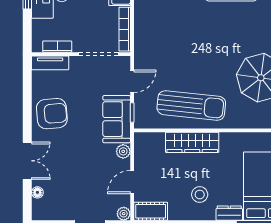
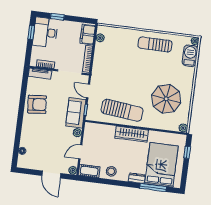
door: (132, 81) -> (88, 91), swing flipped
wardrobe: (192, 142) -> (132, 134), moved
double door: (27, 161) -> (19, 131), removed
stool: (200, 195) -> (111, 171), moved

